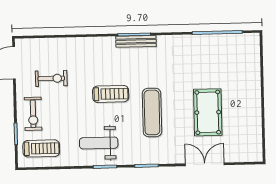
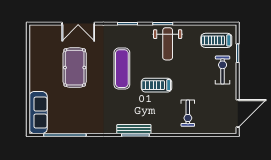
sofa: (250, 58) -> (38, 113), added
exercise bike: (51, 78) -> (188, 113), moved, turned -90
weight bench: (99, 143) -> (168, 44), turned 90

